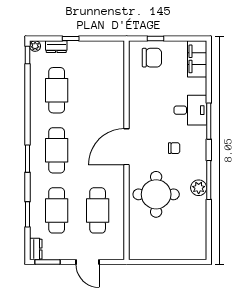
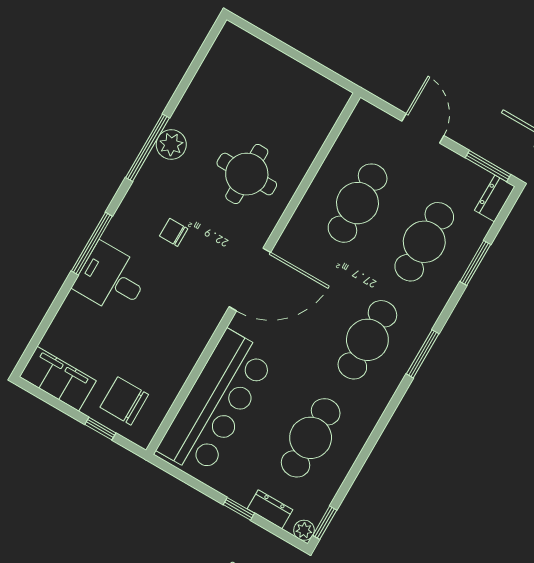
filing cabinet: (197, 59) -> (58, 379), moved, turned -90
bar counter: (109, 81) -> (216, 403), added
round table: (156, 194) -> (247, 174), width x0.73, depth x0.73

